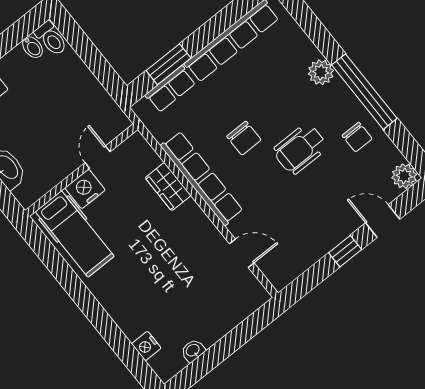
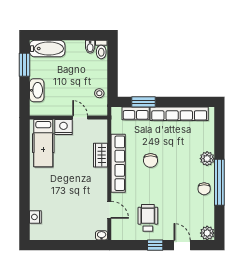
stool: (97, 102) -> (99, 93), added
chair: (357, 137) -> (204, 189), moved
wheelchair: (300, 149) -> (148, 218), moved, turned 90
door: (98, 157) -> (80, 118), hinge flipped
washbasin: (193, 351) -> (102, 235), moved

